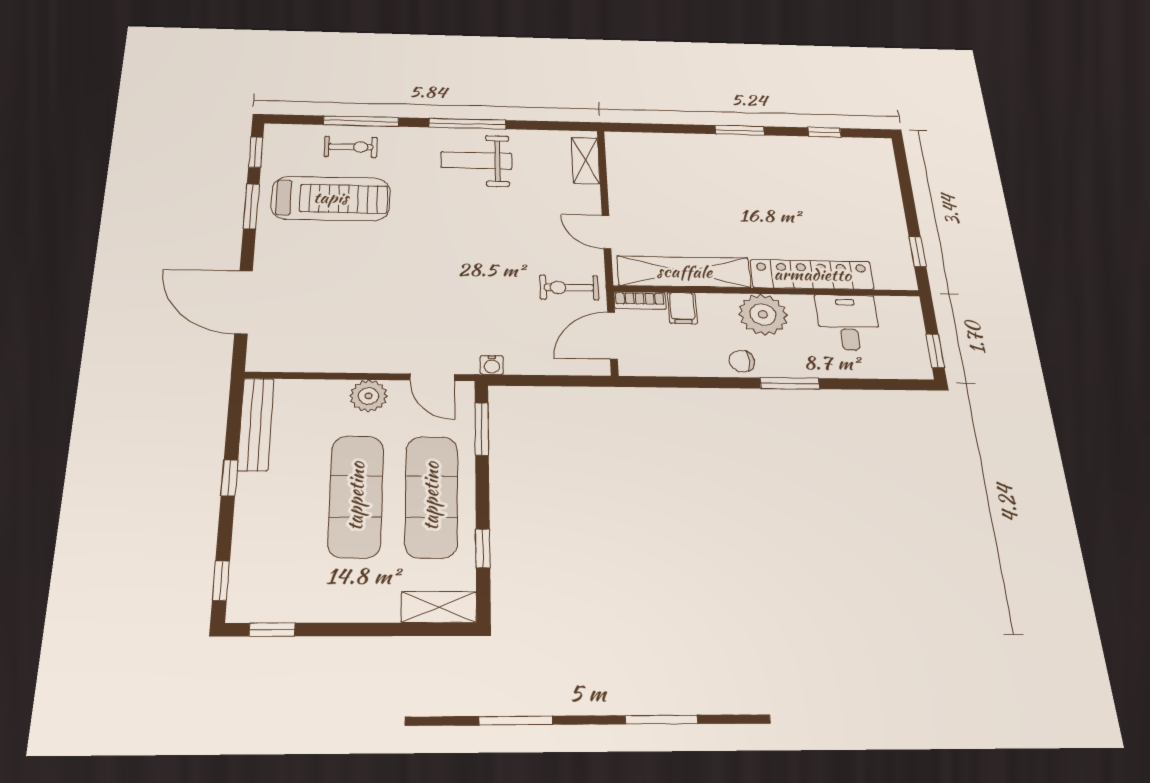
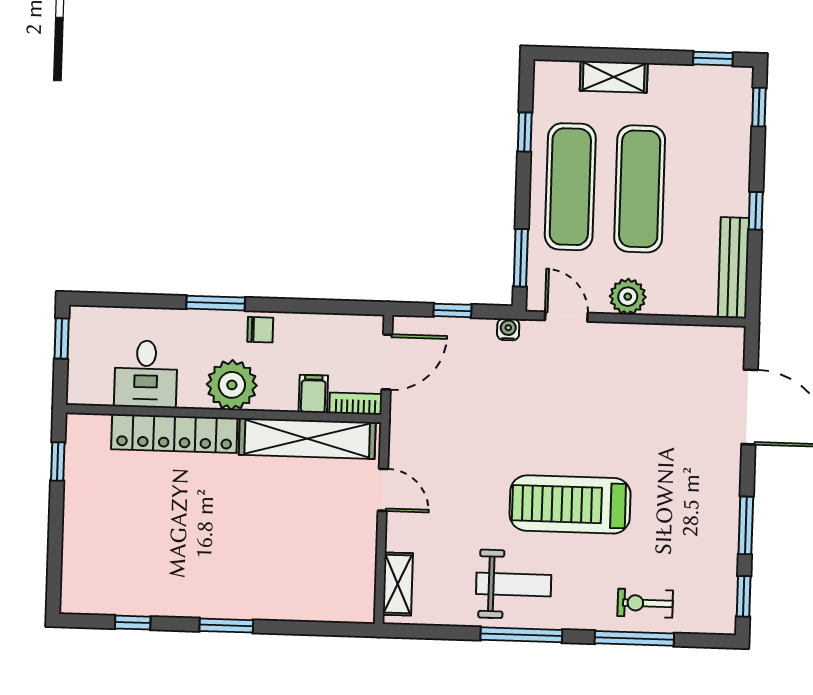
treadmill: (331, 198) -> (570, 504), moved
exercise bike: (569, 288) -> (426, 420), removed
window: (550, 381) -> (452, 310), added
shelving: (439, 607) -> (614, 77), moved

